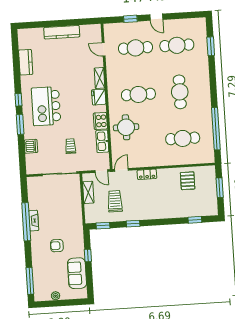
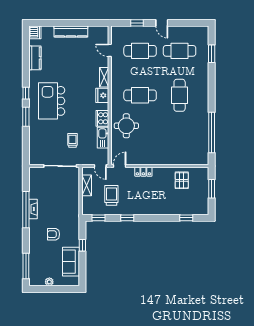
cafe table: (183, 138) -> (180, 140), removed
dishwasher: (31, 146) -> (35, 32), moved

